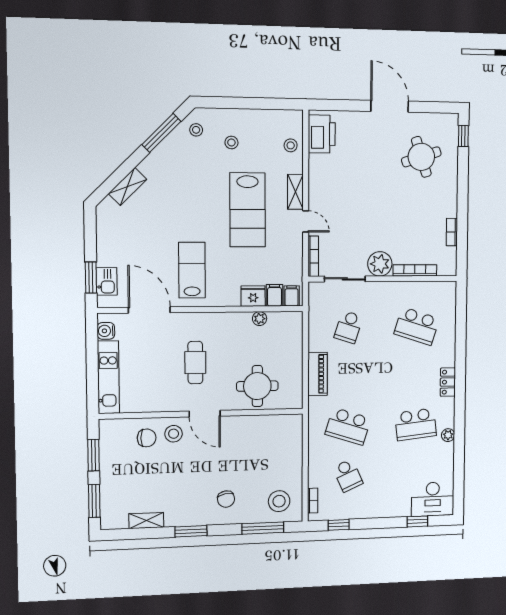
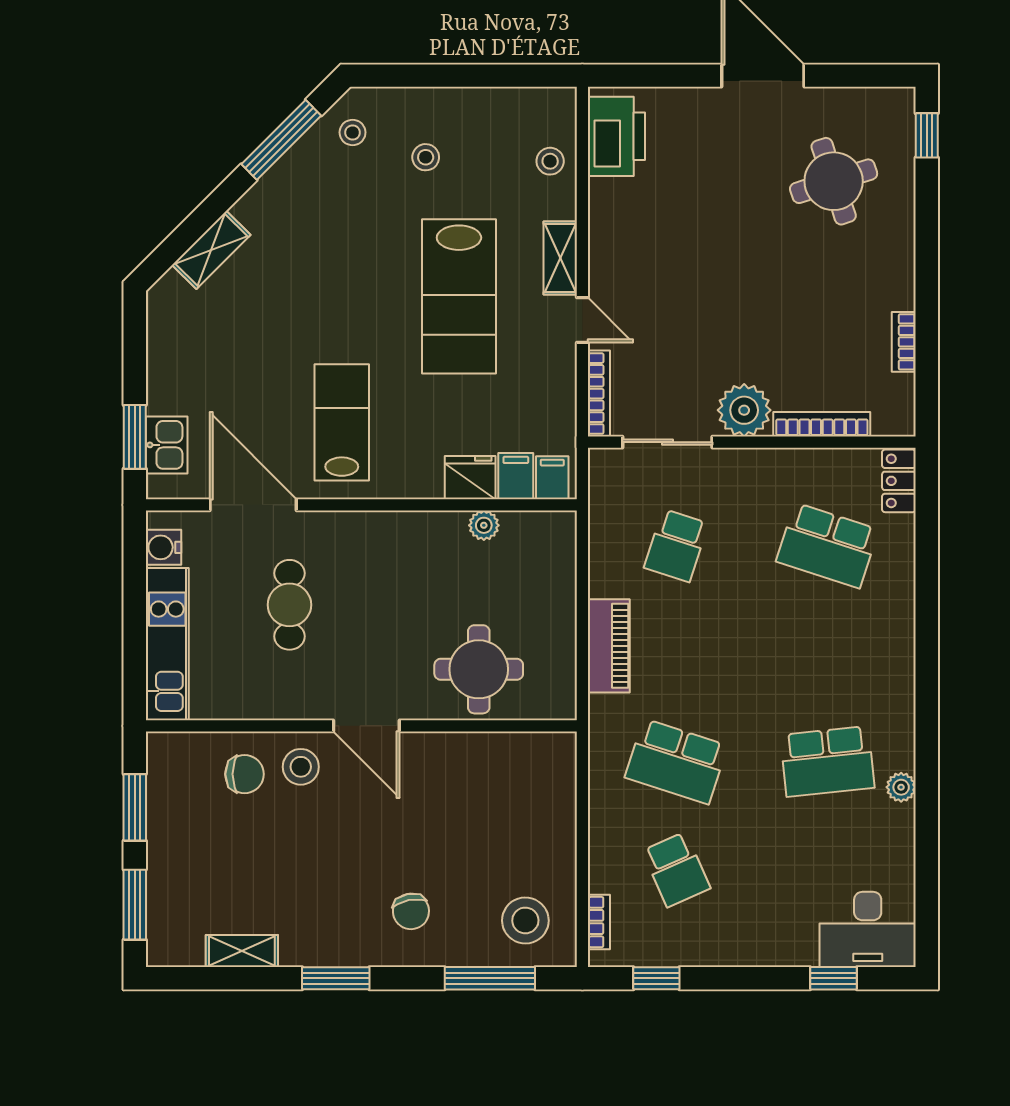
cafe table: (195, 363) -> (289, 605), moved
locker: (448, 382) -> (899, 481), moved

